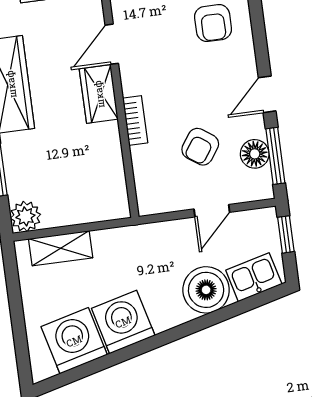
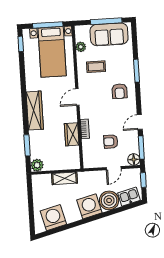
wardrobe: (99, 94) -> (72, 134), moved
armchair: (200, 147) -> (111, 142), turned 55
floor lamp: (255, 154) -> (134, 159), moved
shelving: (61, 248) -> (64, 178), moved
washing machine: (123, 322) -> (89, 206), moved

